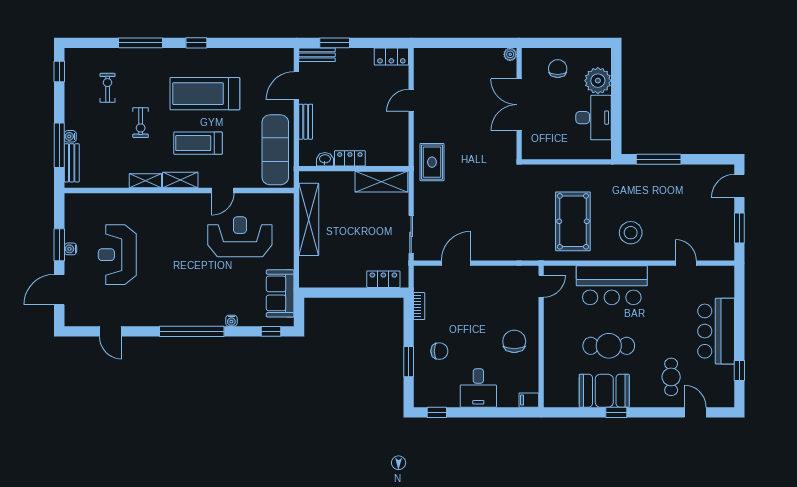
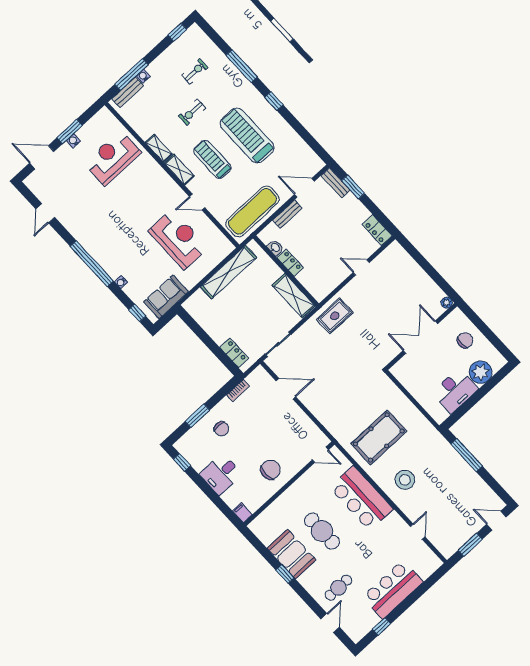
reception desk: (117, 255) -> (113, 158), moved

